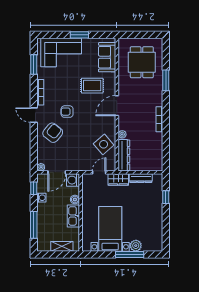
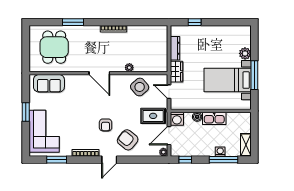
dining table: (142, 62) -> (54, 47), turned 90
rug: (92, 86) -> (153, 116), moved, turned 90
dresser: (124, 155) -> (151, 66), removed
door: (57, 172) -> (169, 136), swing flipped
washing machine: (41, 198) -> (220, 152), moved
shelving: (62, 246) -> (246, 145), moved
window: (130, 254) -> (254, 75), moved

